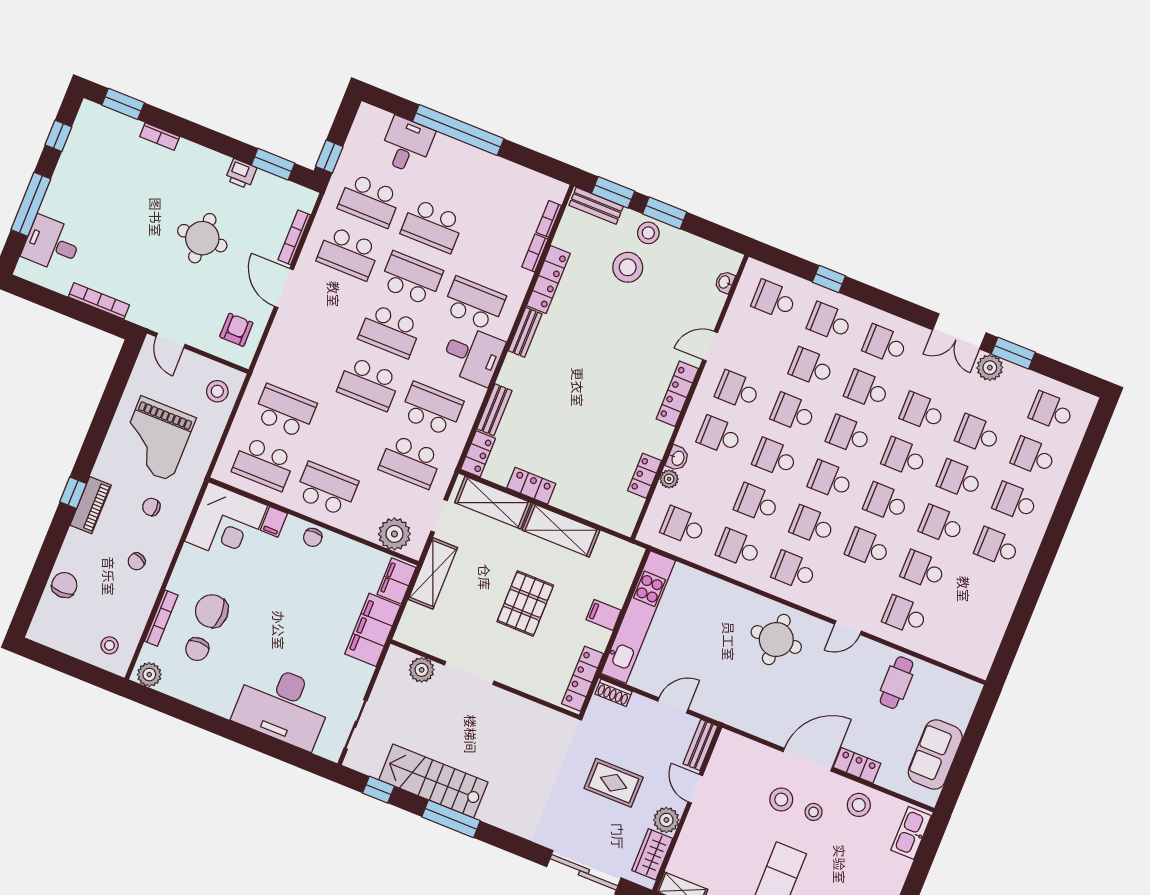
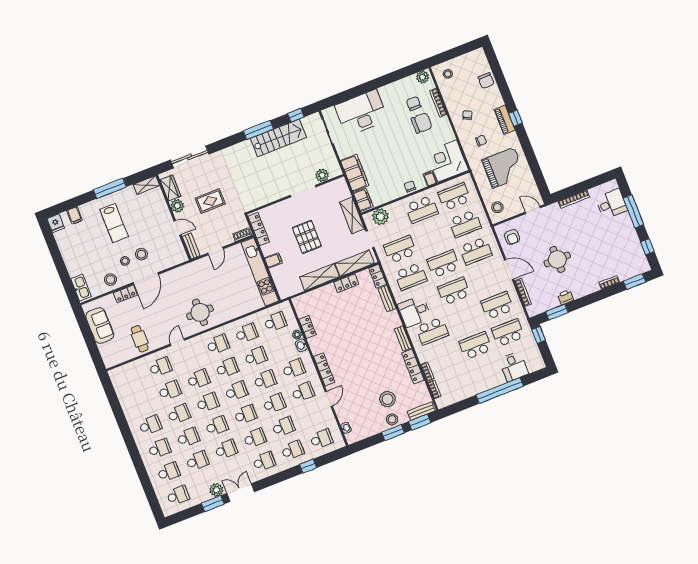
school desk: (411, 278) -> (476, 251), moved
grand piano: (156, 439) -> (504, 168), turned 90

